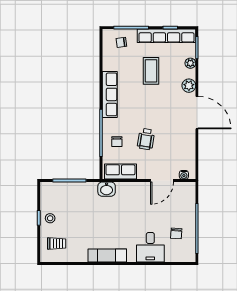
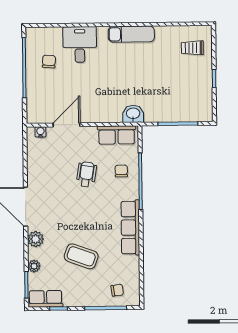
row of seats: (166, 36) -> (45, 299), width x0.50
coffee table: (151, 71) -> (81, 256), turned -70
stool: (50, 218) -> (200, 78), removed

